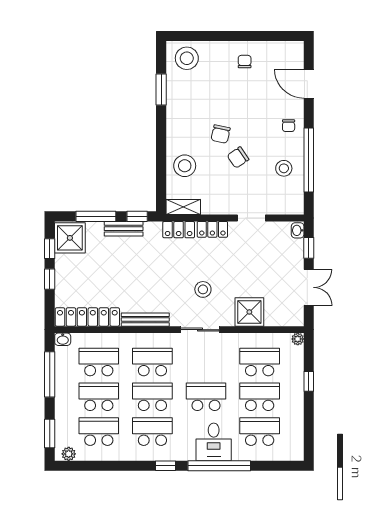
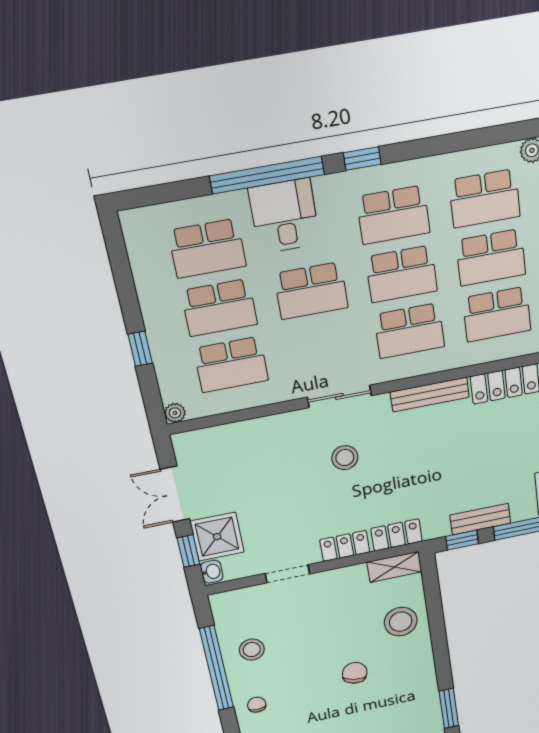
chair: (238, 157) -> (323, 649), removed
shower: (249, 312) -> (217, 537), moved

